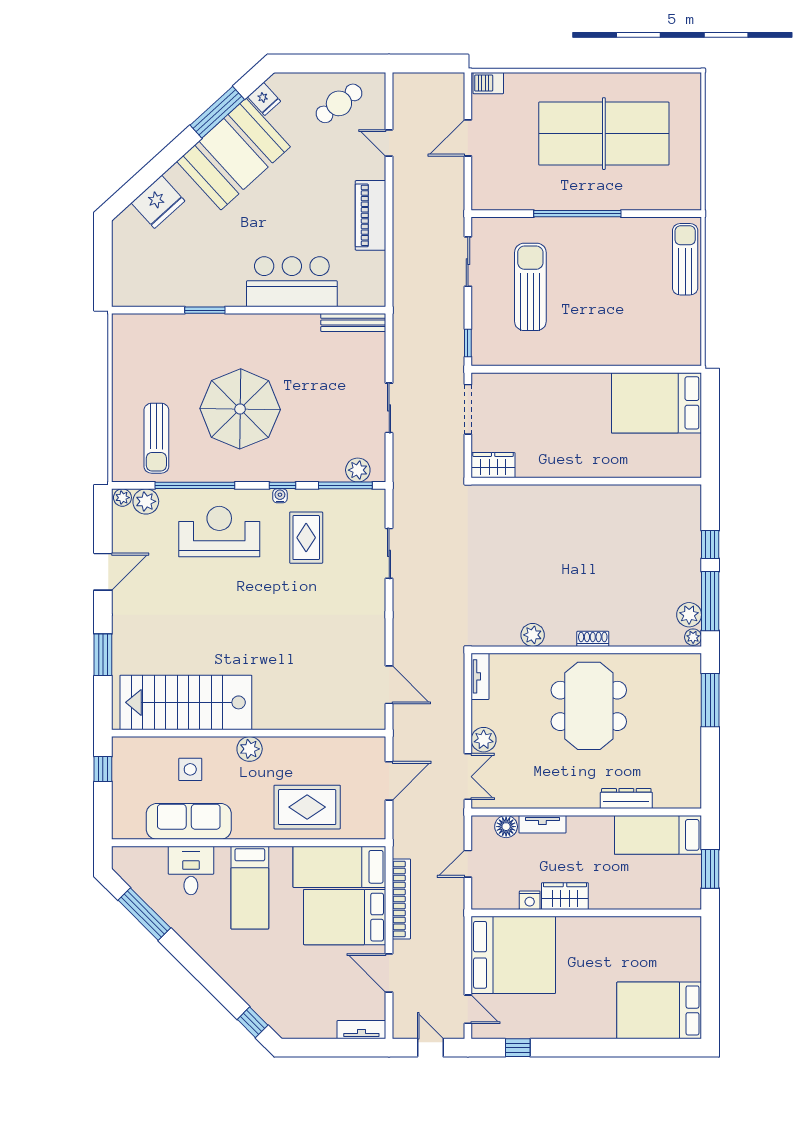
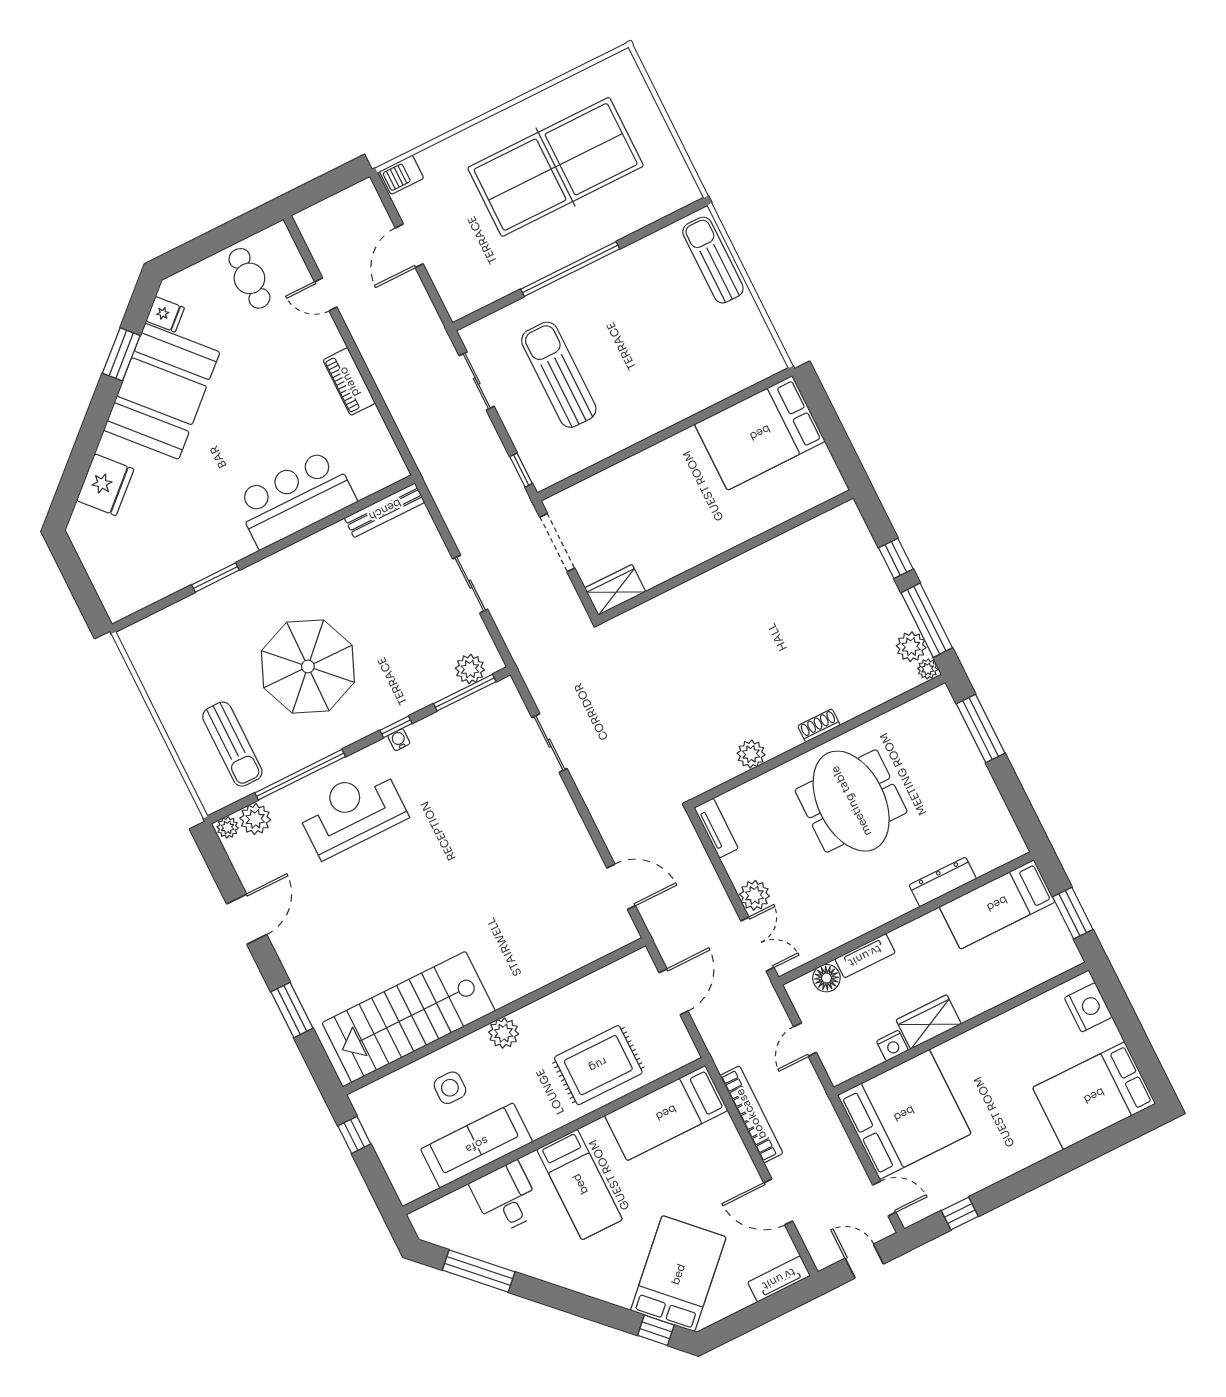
cafe table: (339, 103) -> (249, 278), turned -53
window: (217, 112) -> (121, 354), width x0.69
piano: (371, 215) -> (349, 382), width x0.73, depth x0.75
rug: (306, 538) -> (450, 771), removed
bed: (345, 917) -> (678, 1274), moved, turned 135
nightstand: (687, 944) -> (1088, 1007), added

